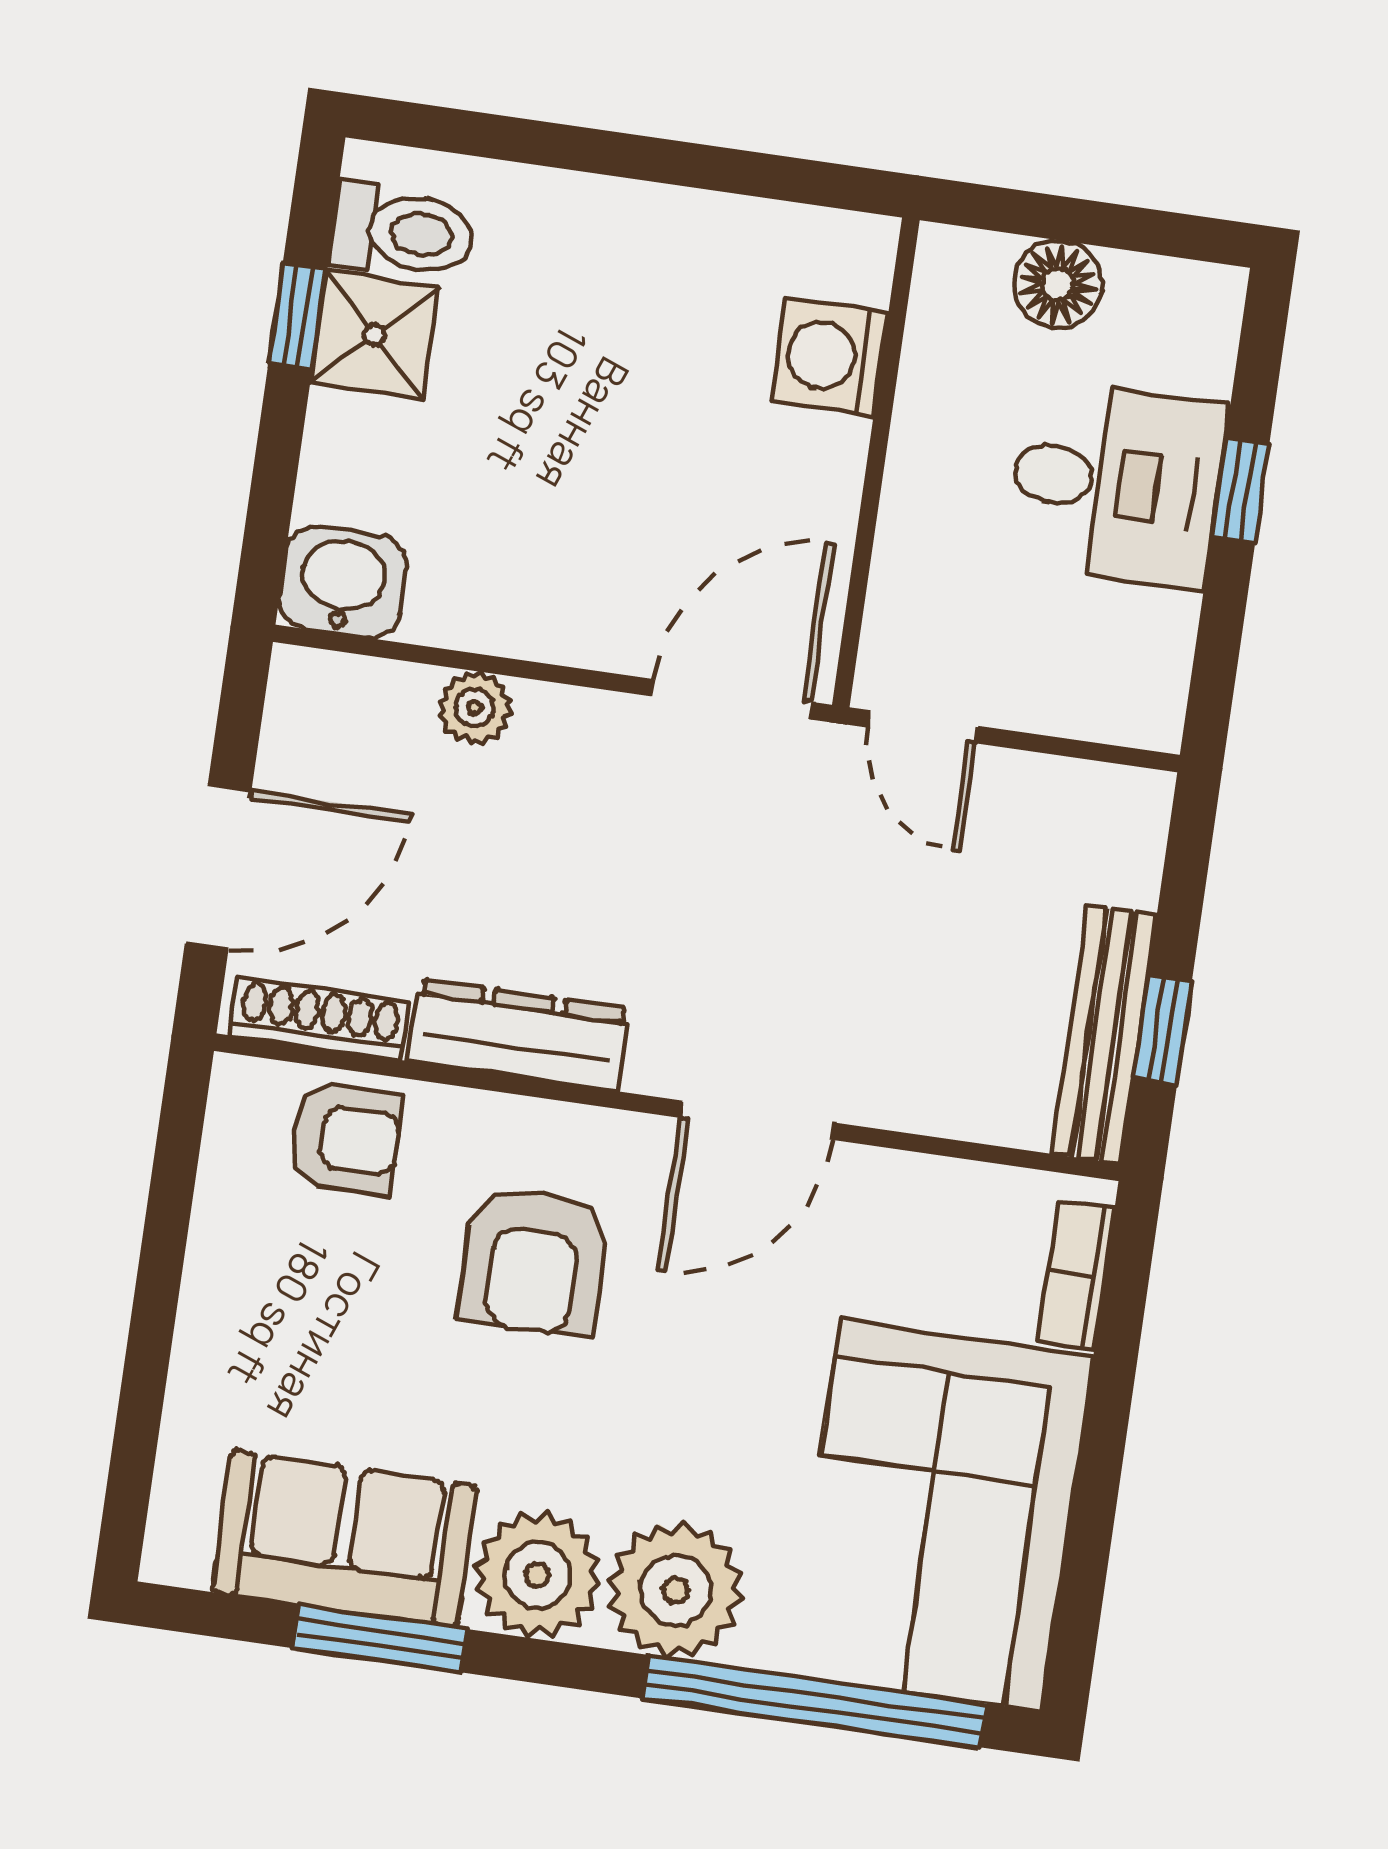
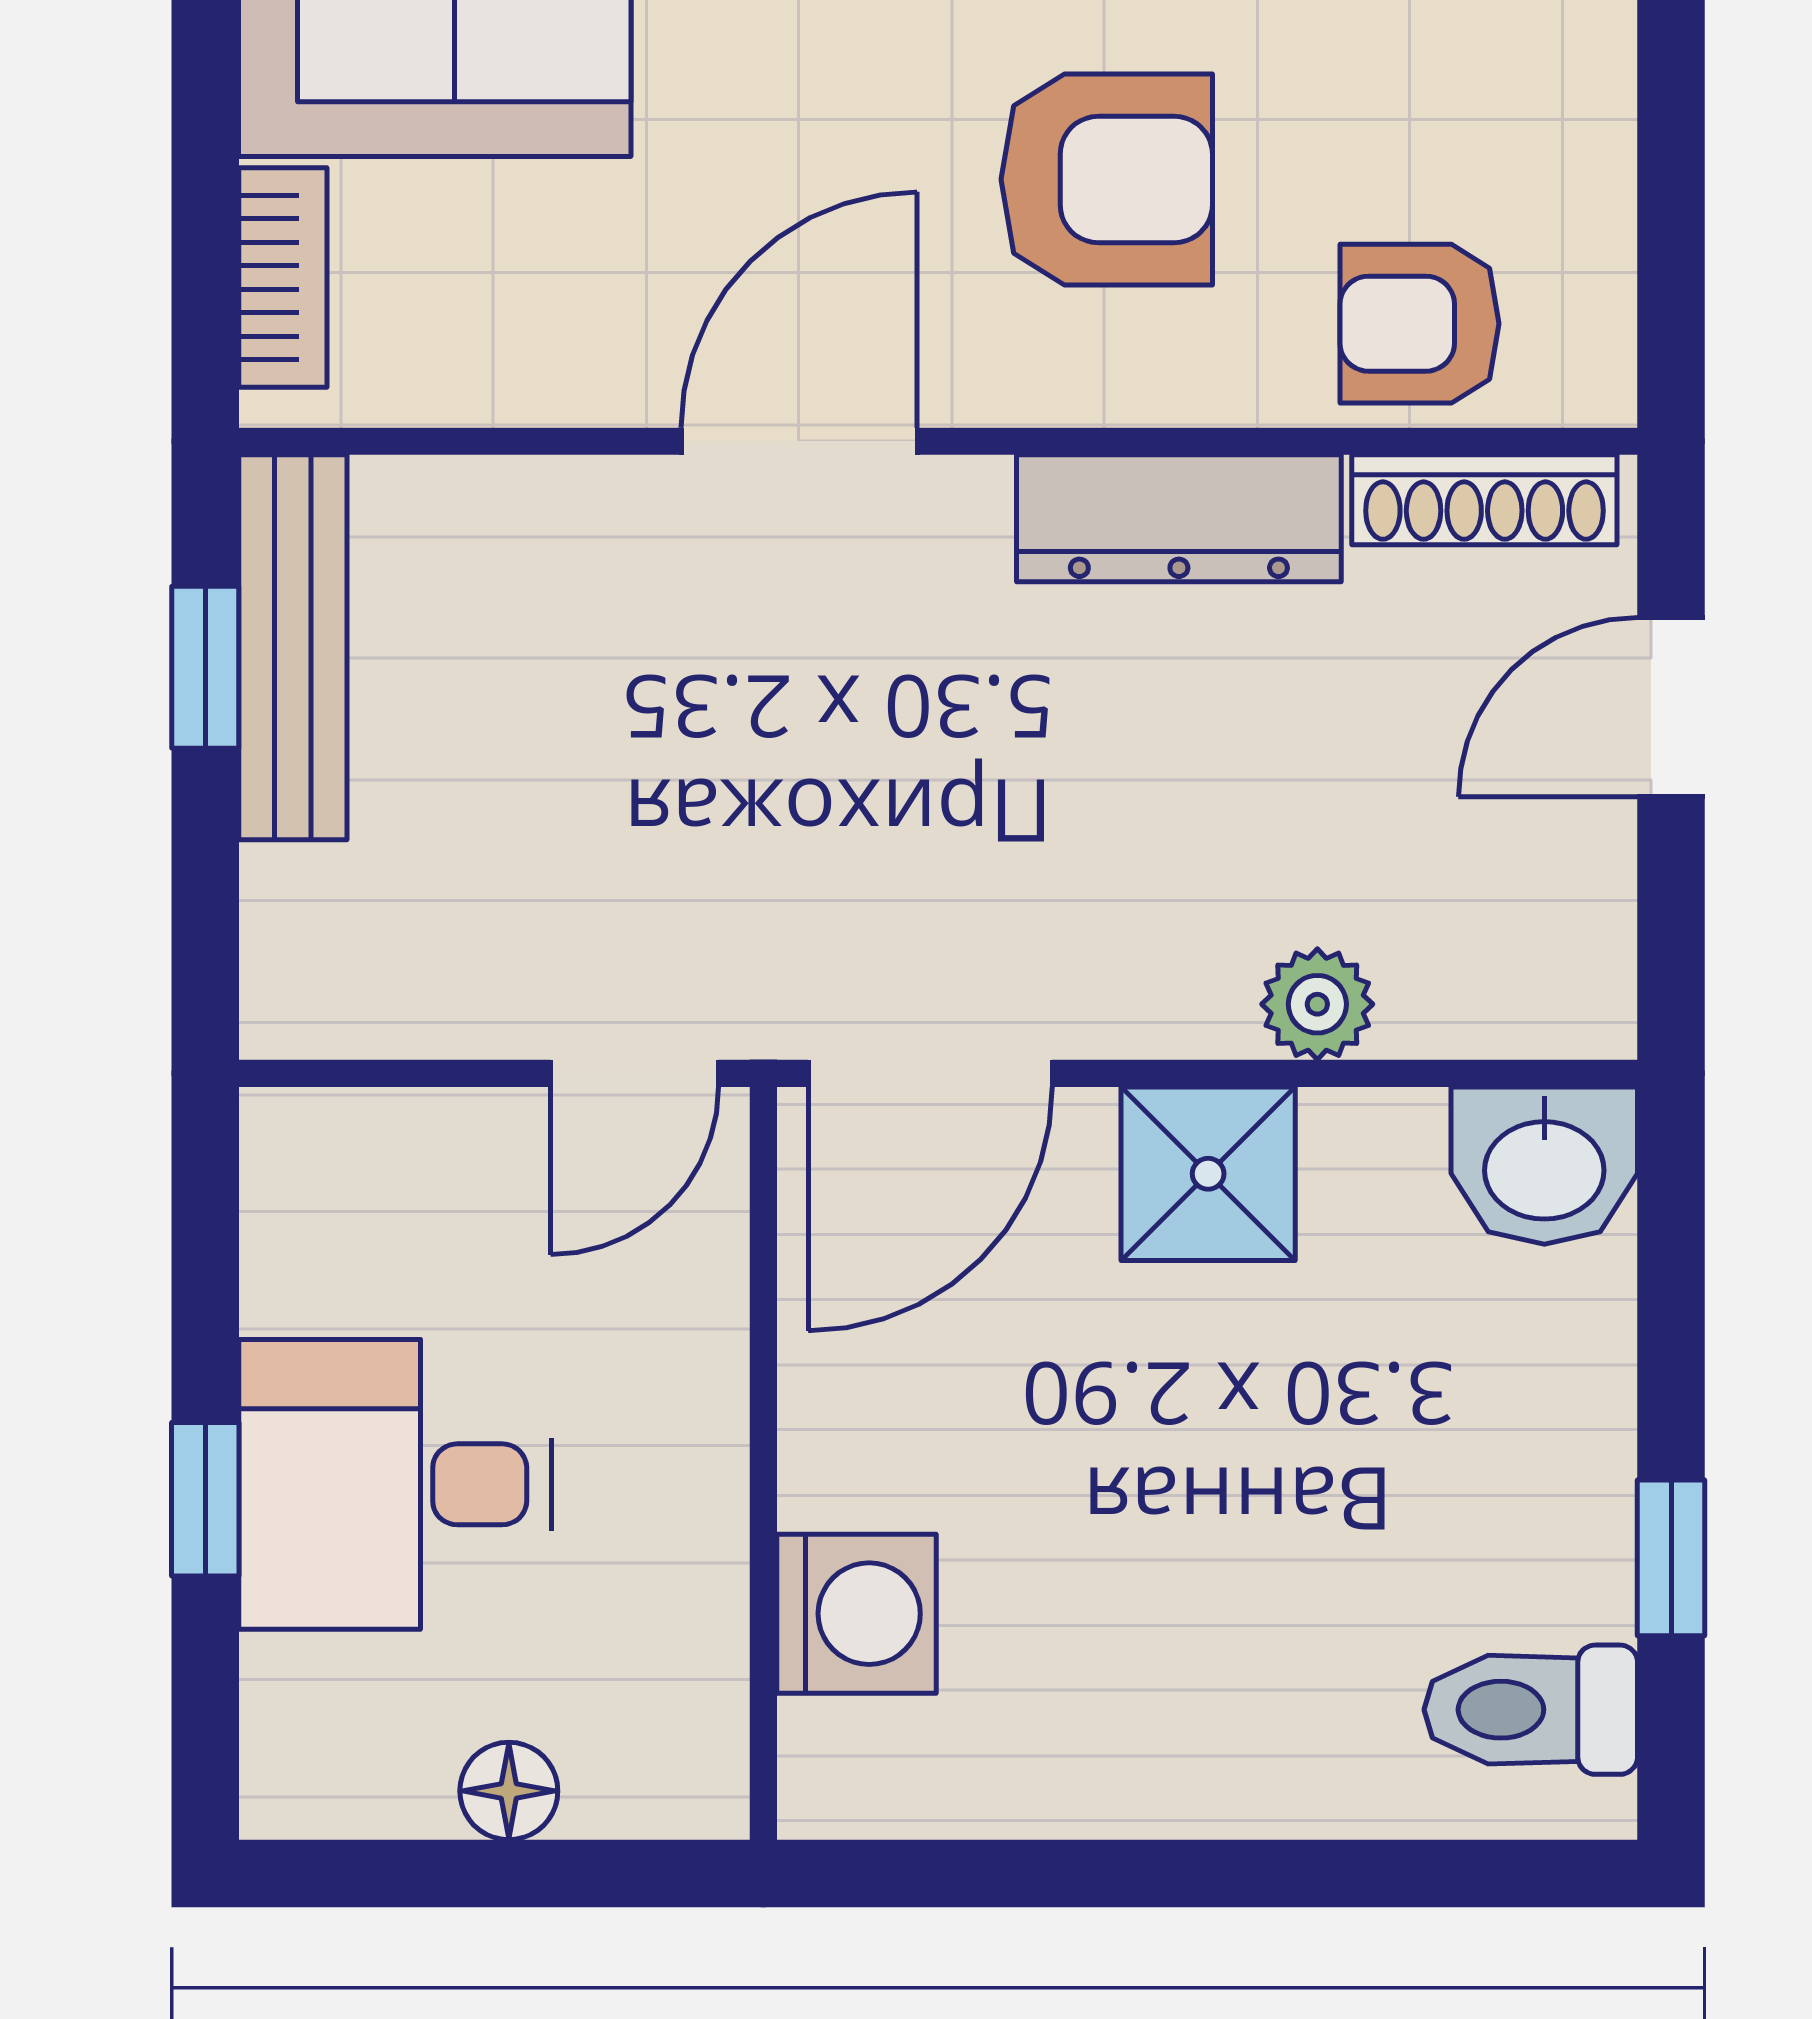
floor lamp: (1058, 284) -> (509, 1791), width x0.73, depth x0.73
shower: (374, 335) -> (1208, 1174), moved
door: (923, 727) -> (634, 1073), swing flipped
door: (218, 867) -> (1671, 707), width x0.73
armchair: (534, 1261) -> (1107, 179), turned 90

